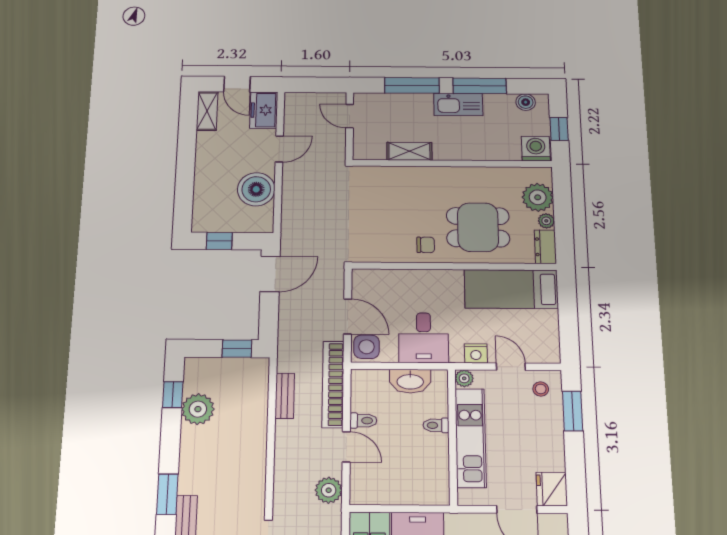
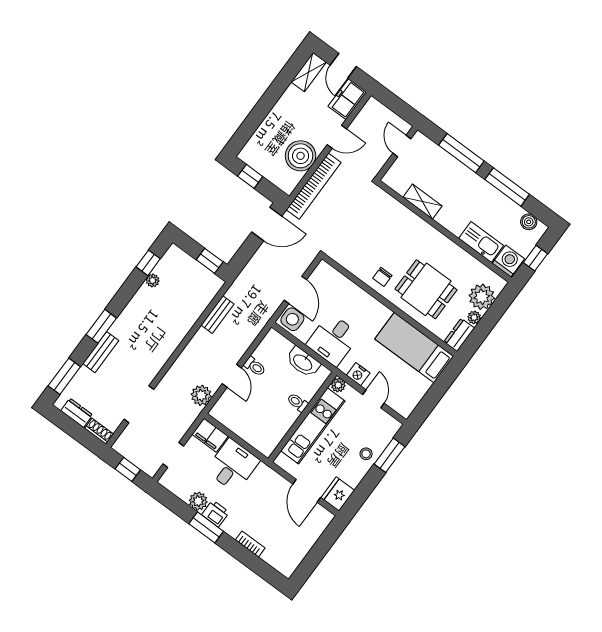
kitchen sink: (458, 104) -> (481, 242), moved, turned 180
chair: (426, 245) -> (382, 277), turned 90
bookcase: (333, 384) -> (314, 186), moved, turned 180
stool: (541, 389) -> (366, 454), moved
plant: (198, 409) -> (153, 280), width x0.53, depth x0.53

